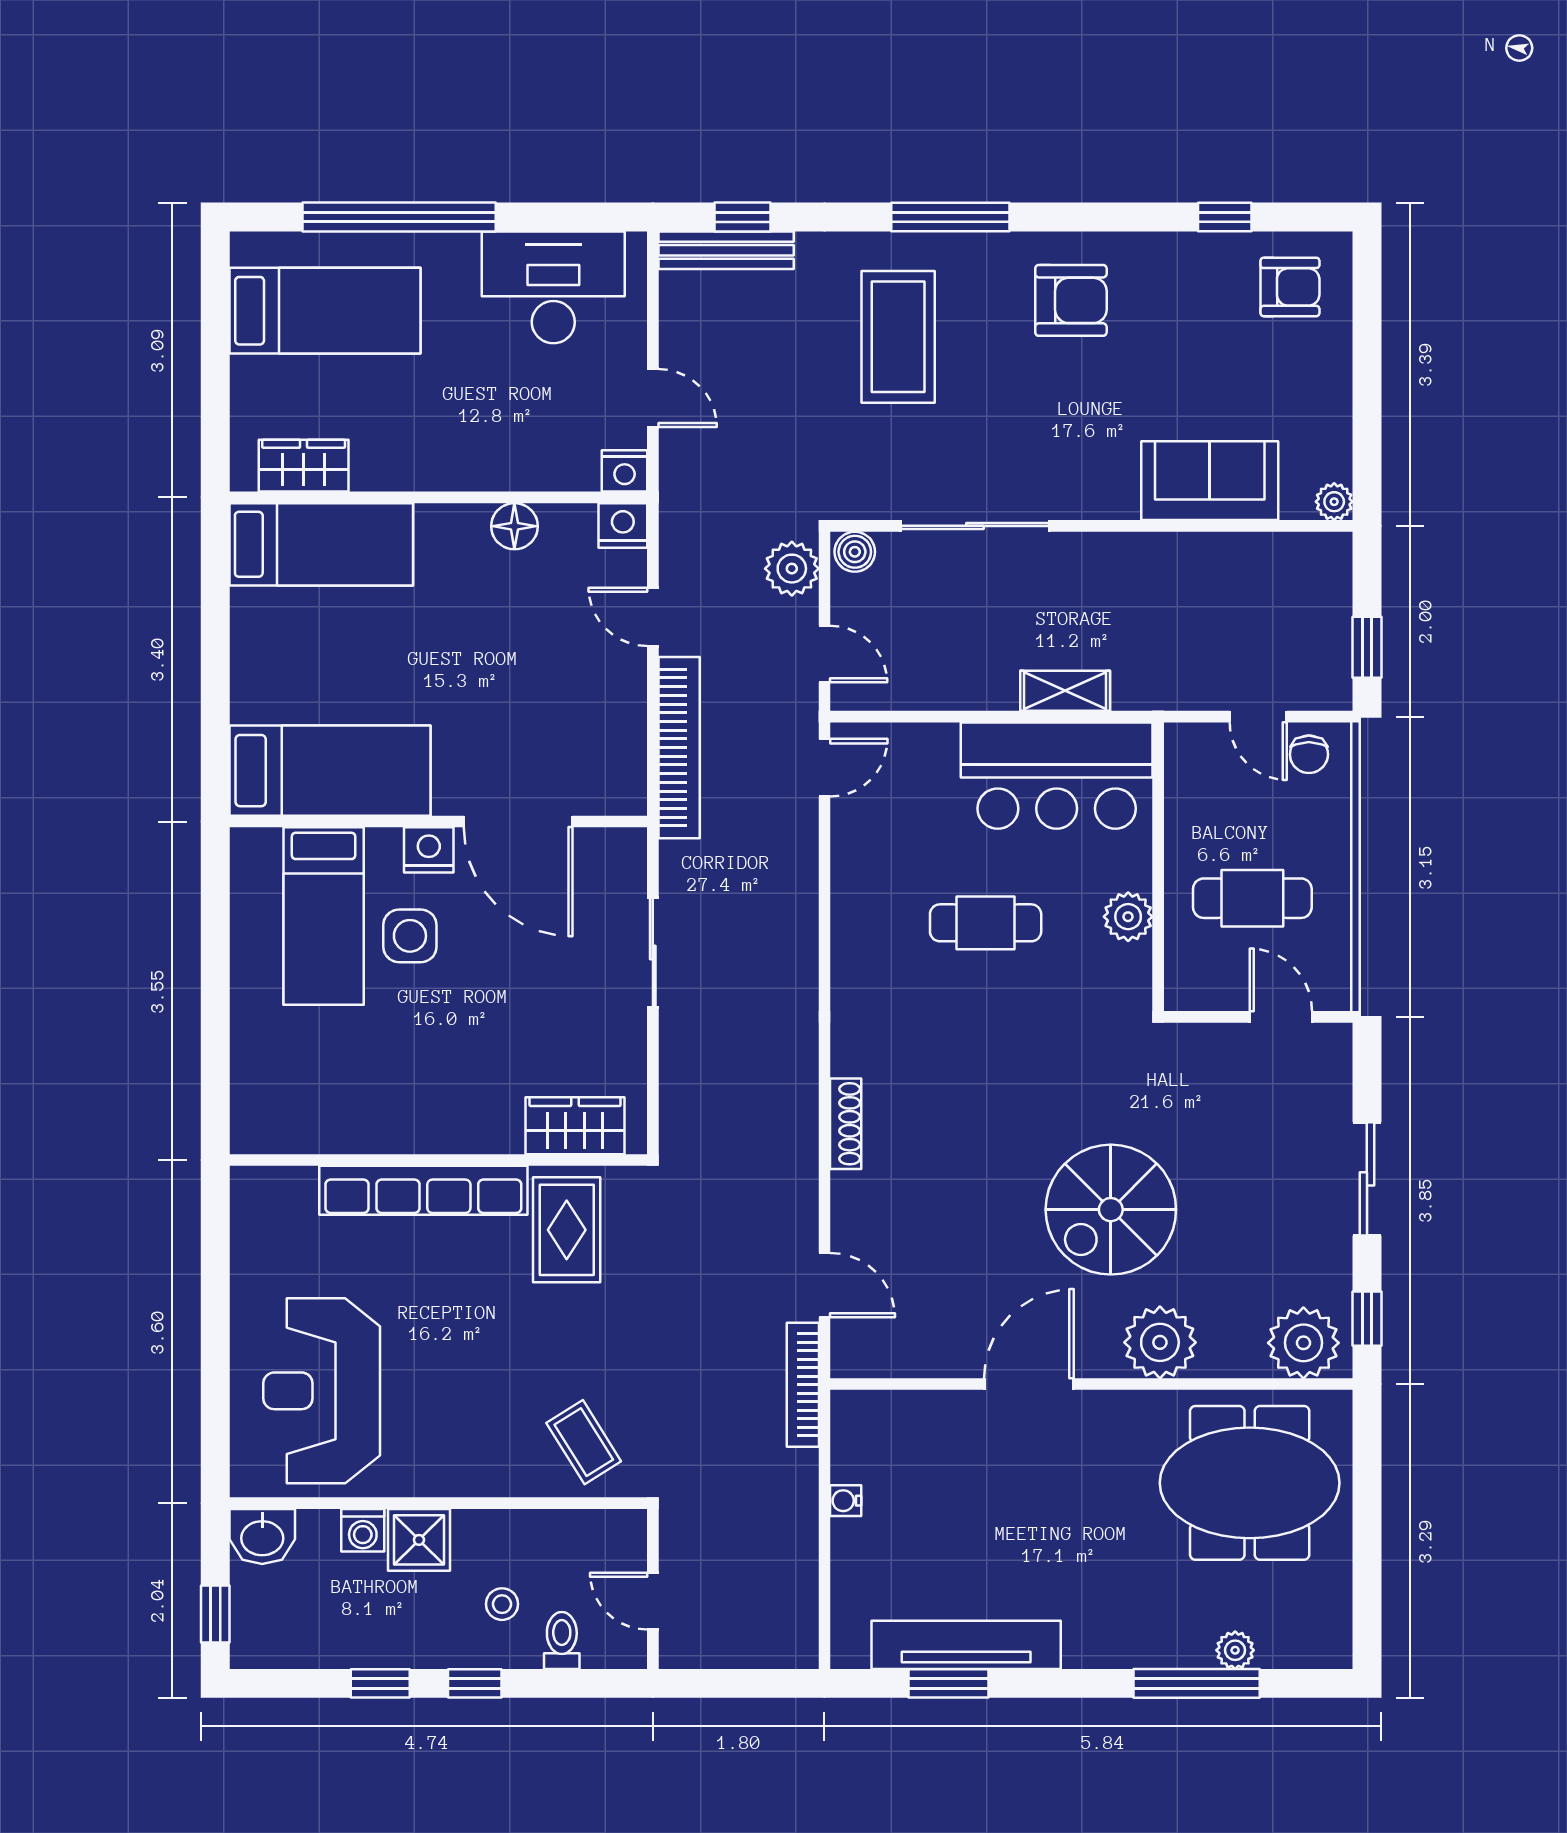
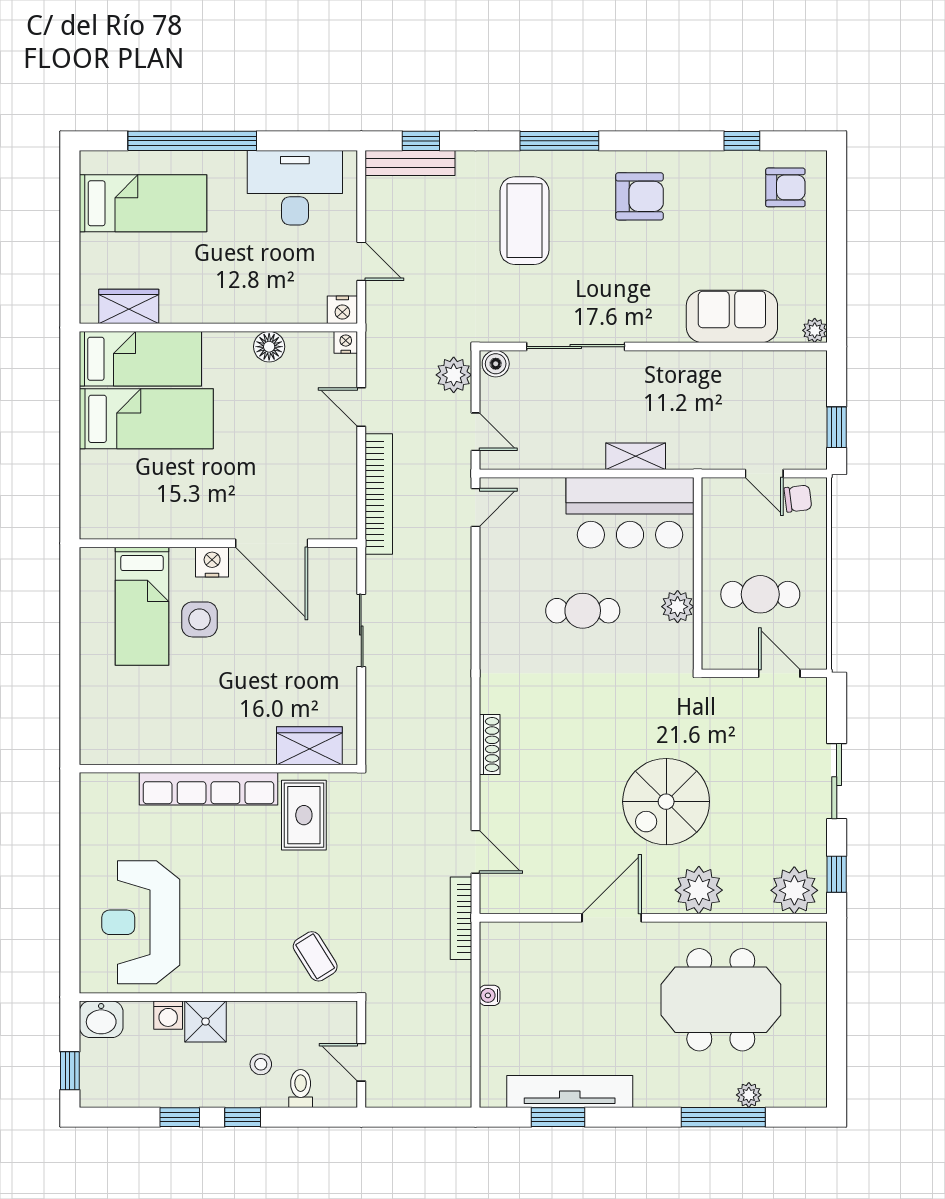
nightstand: (623, 525) -> (346, 342), width x0.72, depth x0.74
chair: (1309, 754) -> (798, 499), turned -97
bed: (330, 771) -> (146, 419), moved
meeting table: (1250, 1483) -> (721, 1000), moved

